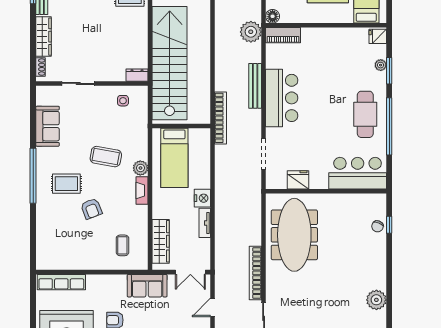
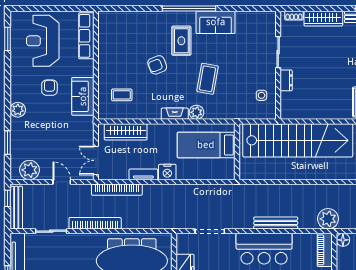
dresser: (137, 75) -> (286, 80), moved
bookcase: (221, 118) -> (117, 190), moved
sofa: (48, 126) -> (216, 22), moved
sofa: (147, 286) -> (83, 96), moved

